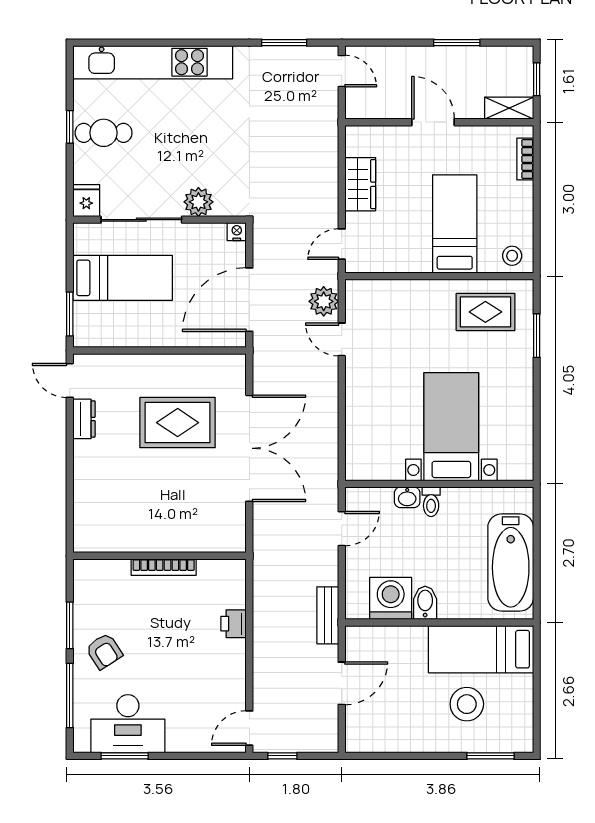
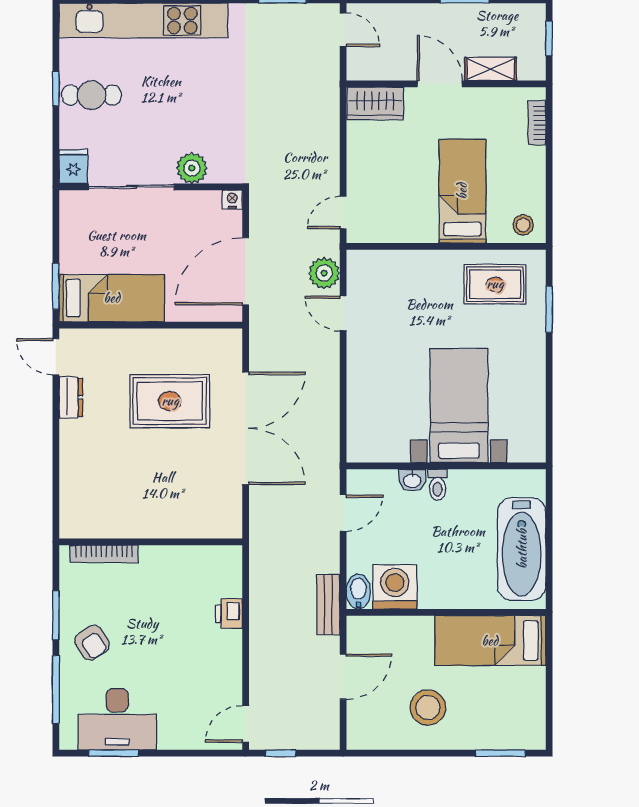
shelving: (509, 108) -> (491, 69), moved
wardrobe: (360, 184) -> (375, 103), moved, turned 90
bed: (123, 278) -> (112, 298), moved
bookcase: (164, 567) -> (104, 554), moved
bidet: (425, 603) -> (358, 592), moved
stool: (467, 704) -> (428, 708), moved

